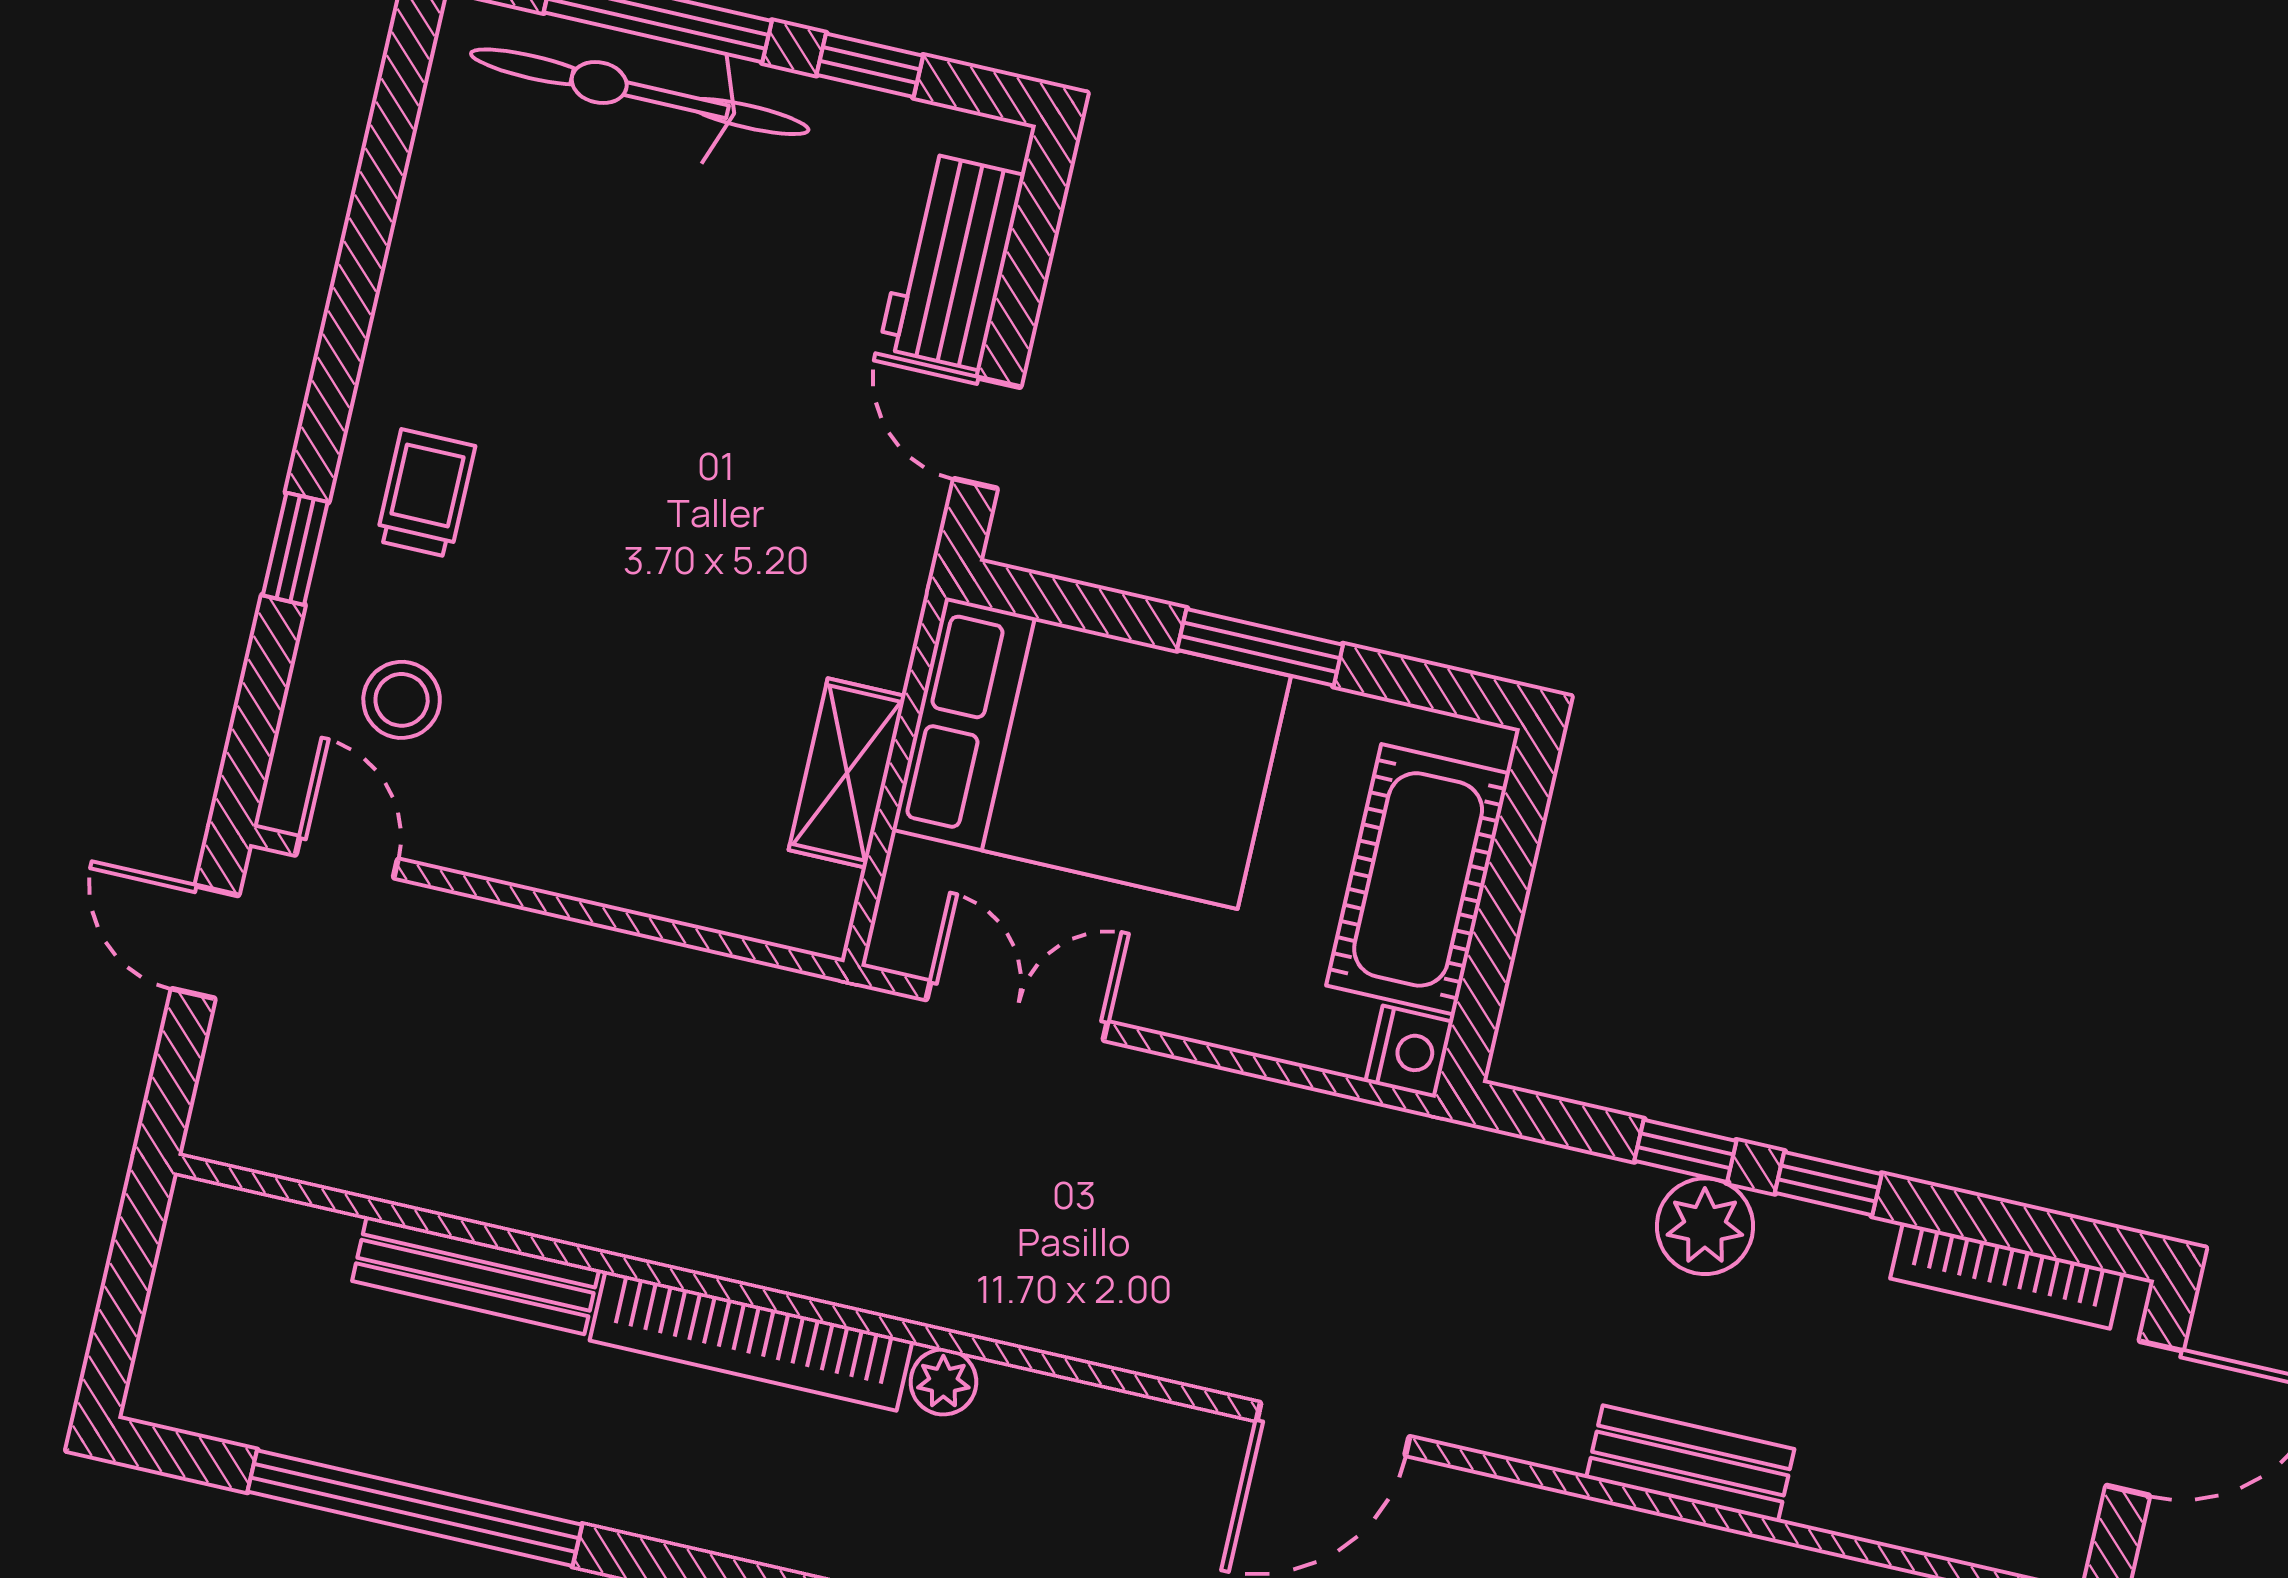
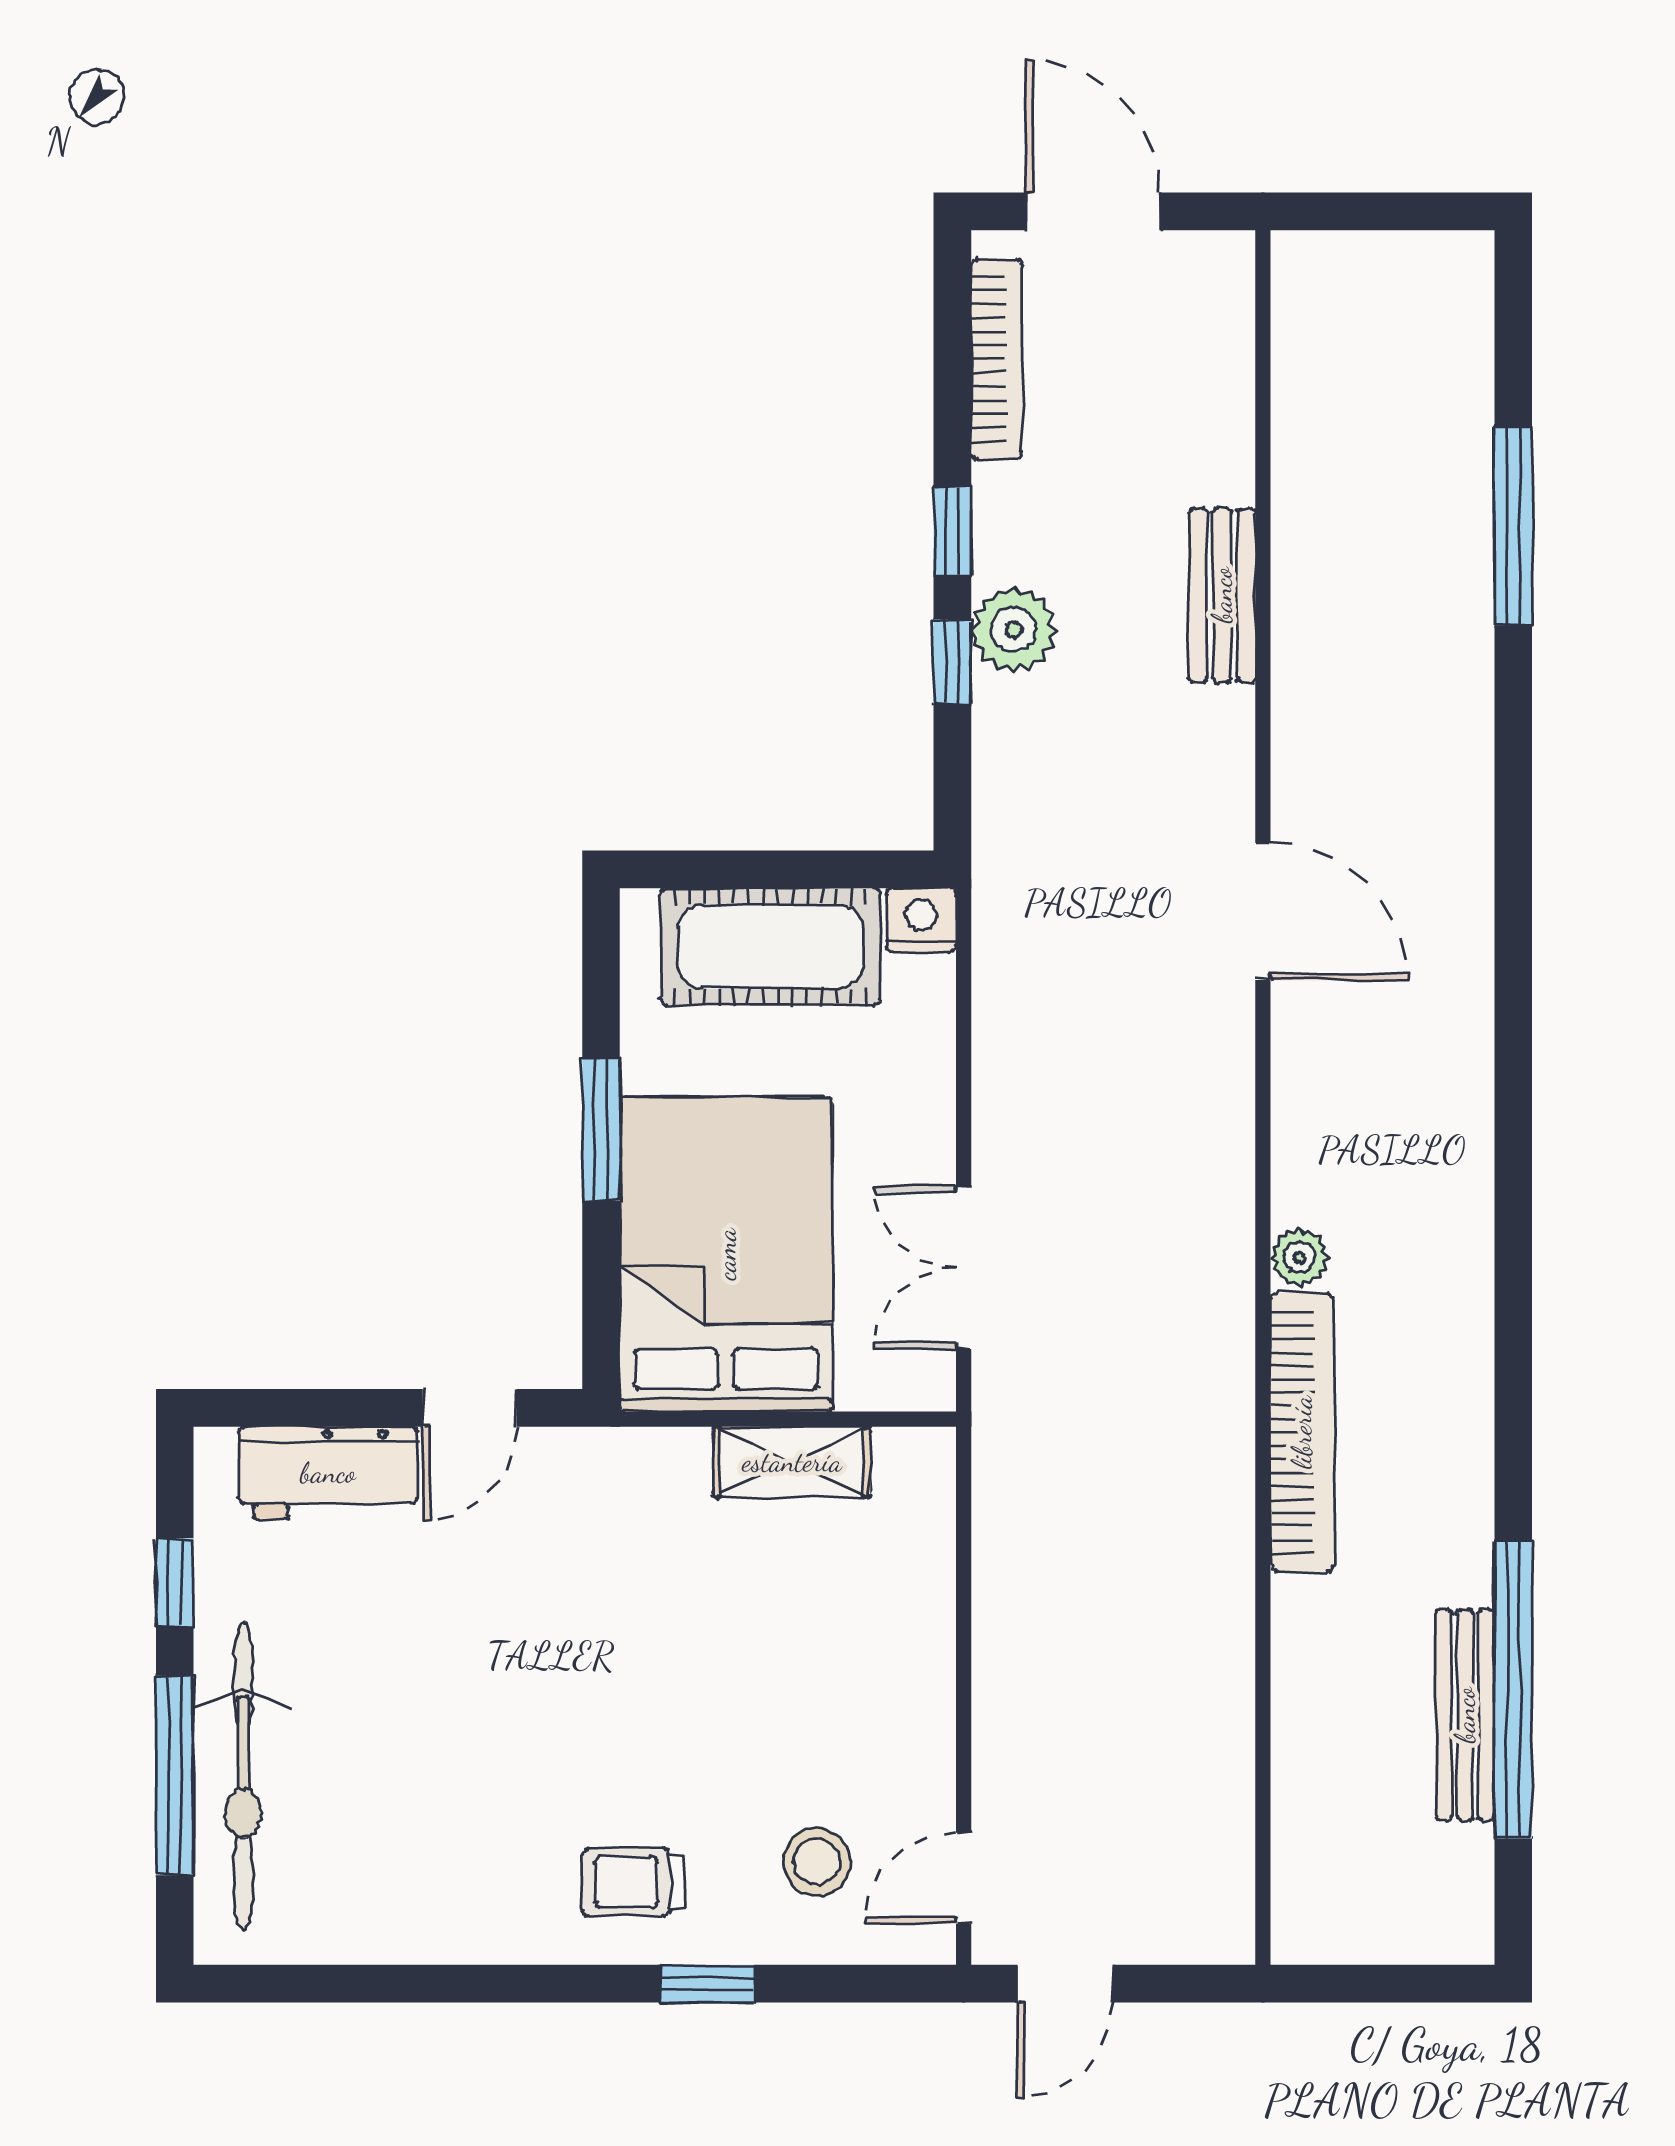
bench: (476, 1275) -> (1465, 1715), moved

